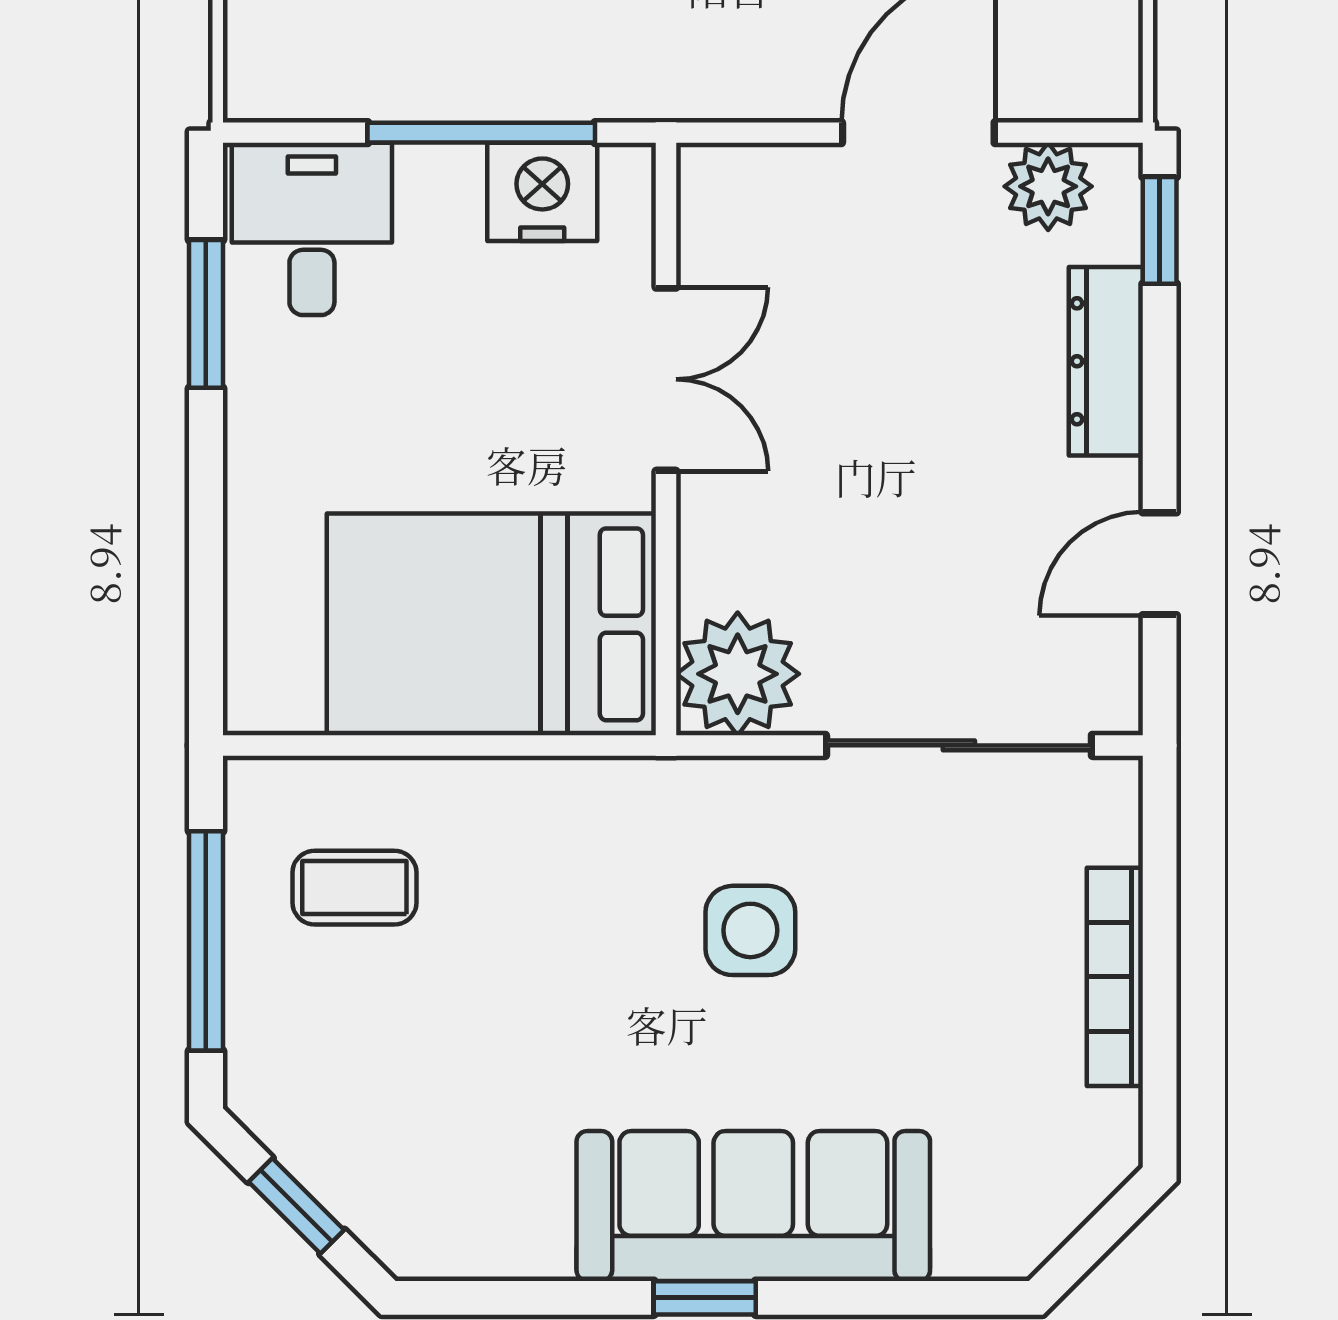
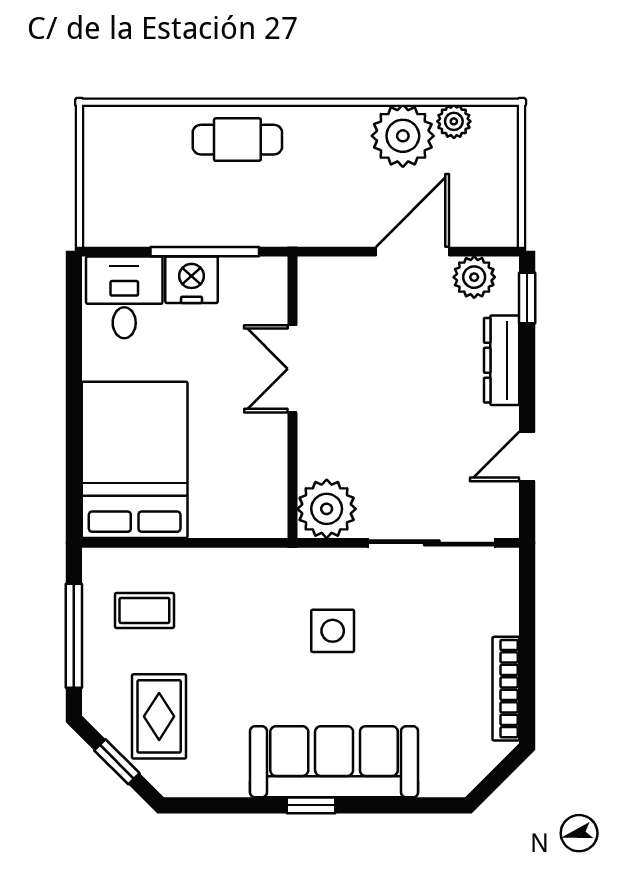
nightstand: (542, 192) -> (191, 280), moved
window: (206, 314) -> (74, 338), removed
double door: (666, 379) -> (293, 369), swing flipped
bed: (491, 624) -> (135, 460), moved, turned 90
bookcase: (1115, 977) -> (506, 689), moved
rug: (385, 1111) -> (159, 716), added

